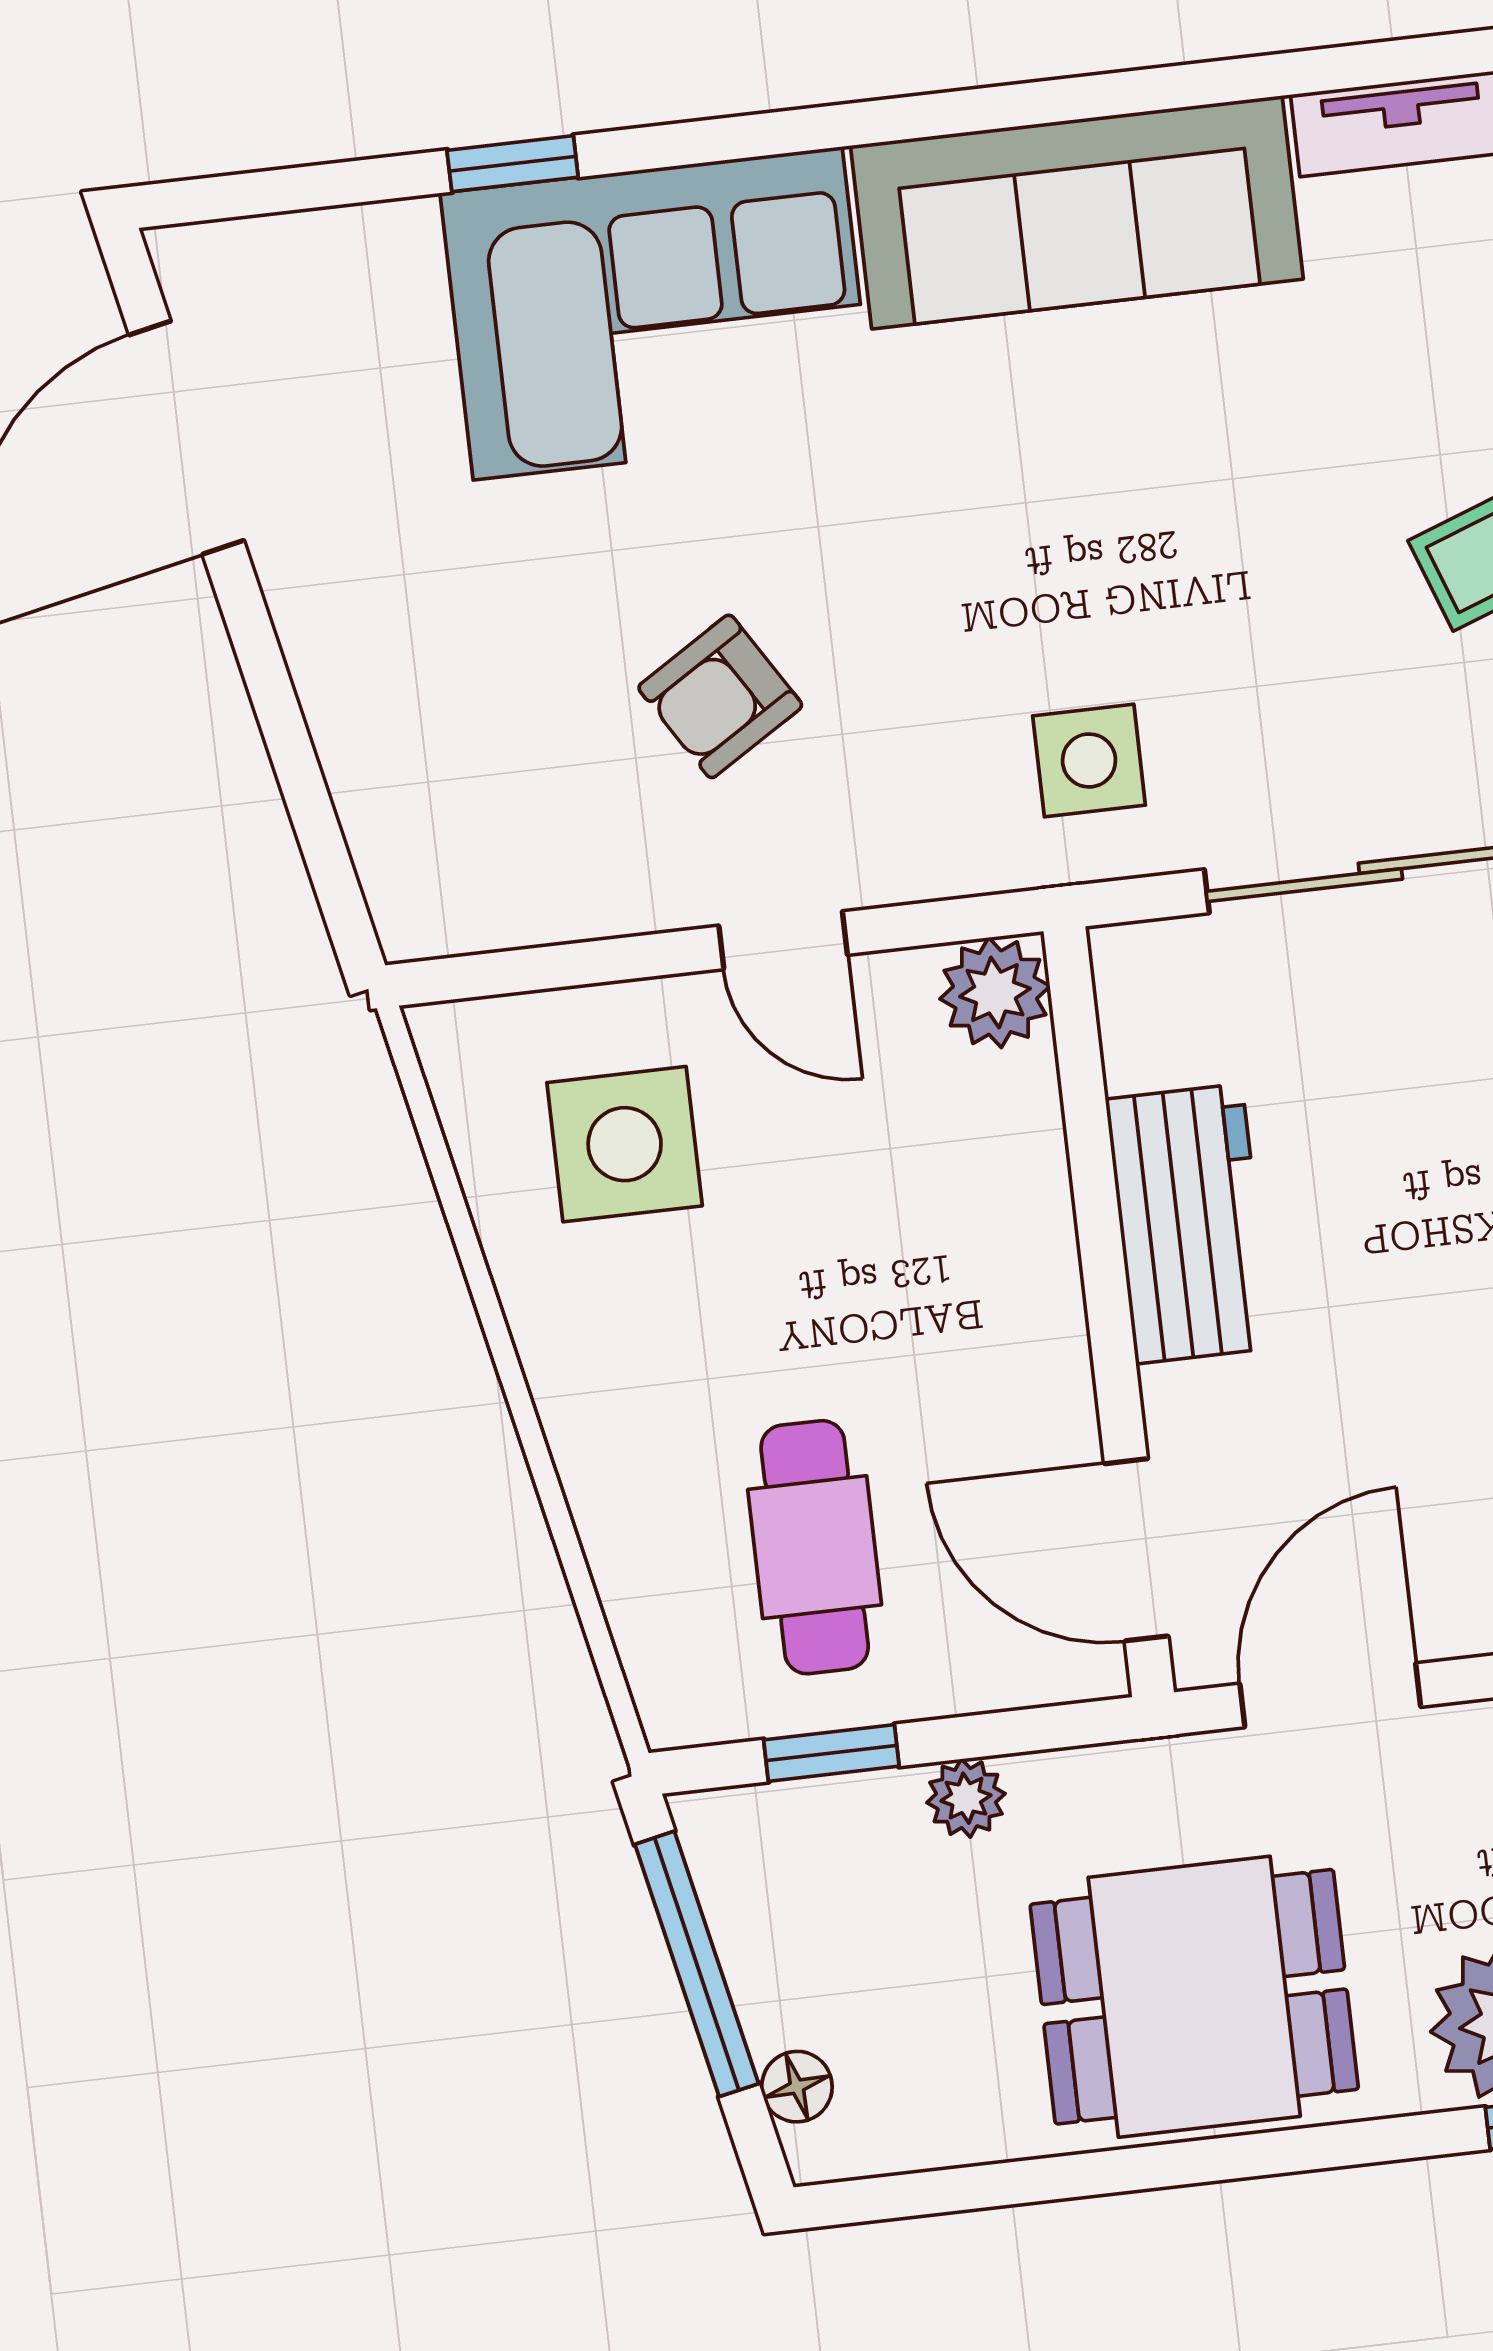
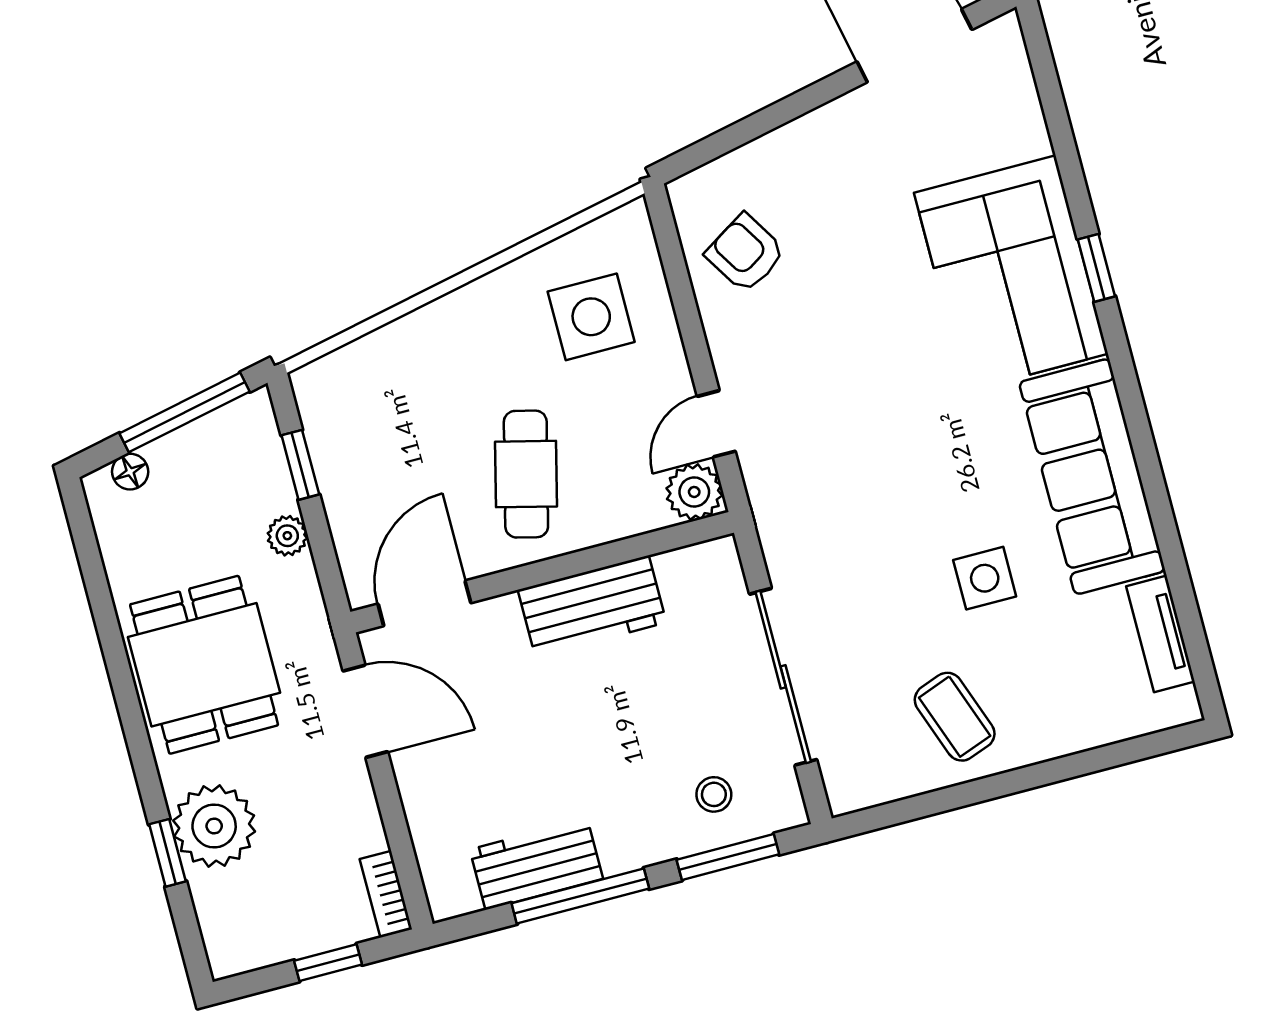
window: (513, 164) -> (1096, 268), moved
armchair: (720, 696) -> (745, 253), moved
side table: (1089, 760) -> (985, 578), moved
door: (783, 940) -> (716, 424), moved
cafe table: (815, 1547) -> (526, 474), moved, turned -76

